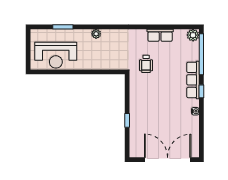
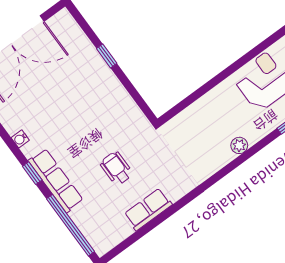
plant: (193, 35) -> (102, 243), removed
wheelchair: (146, 64) -> (116, 168), moved

